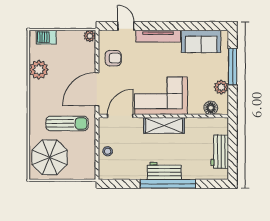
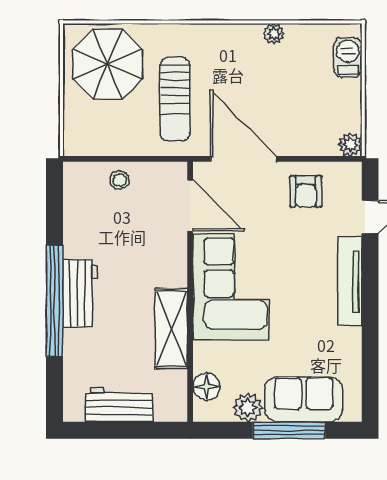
sofa: (201, 41) -> (304, 399), moved, turned 90
plant: (39, 70) -> (274, 34), width x0.53, depth x0.53
shelving: (164, 125) -> (171, 329), moved

